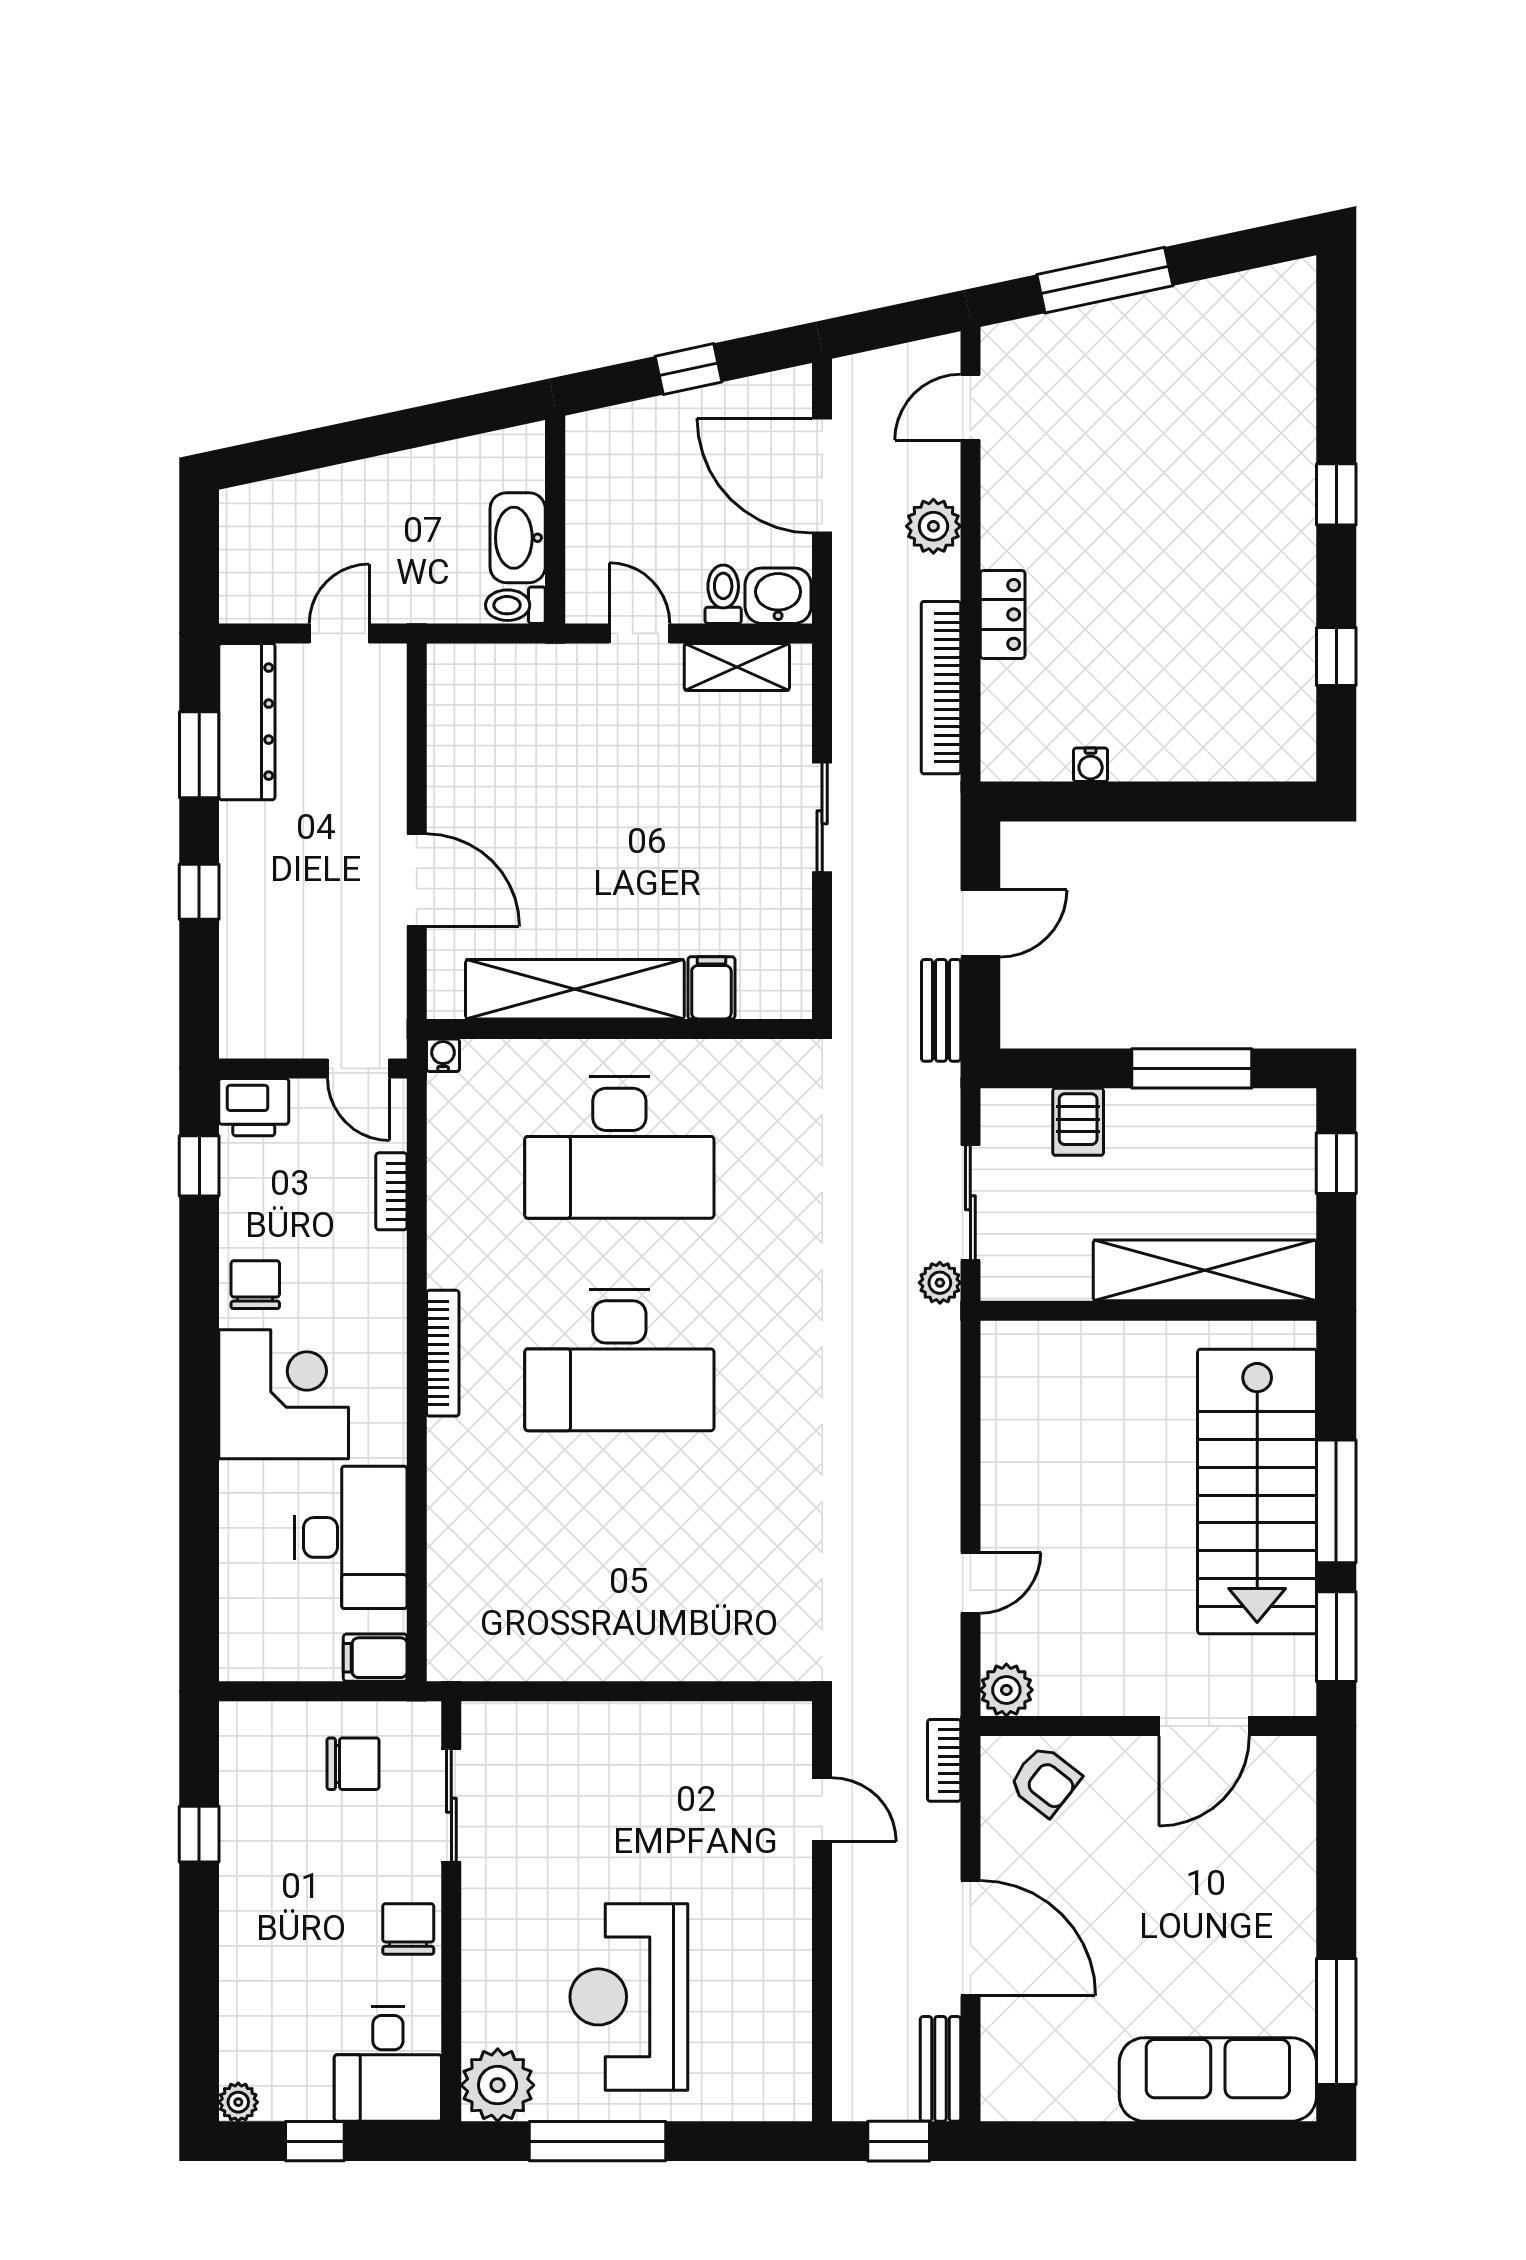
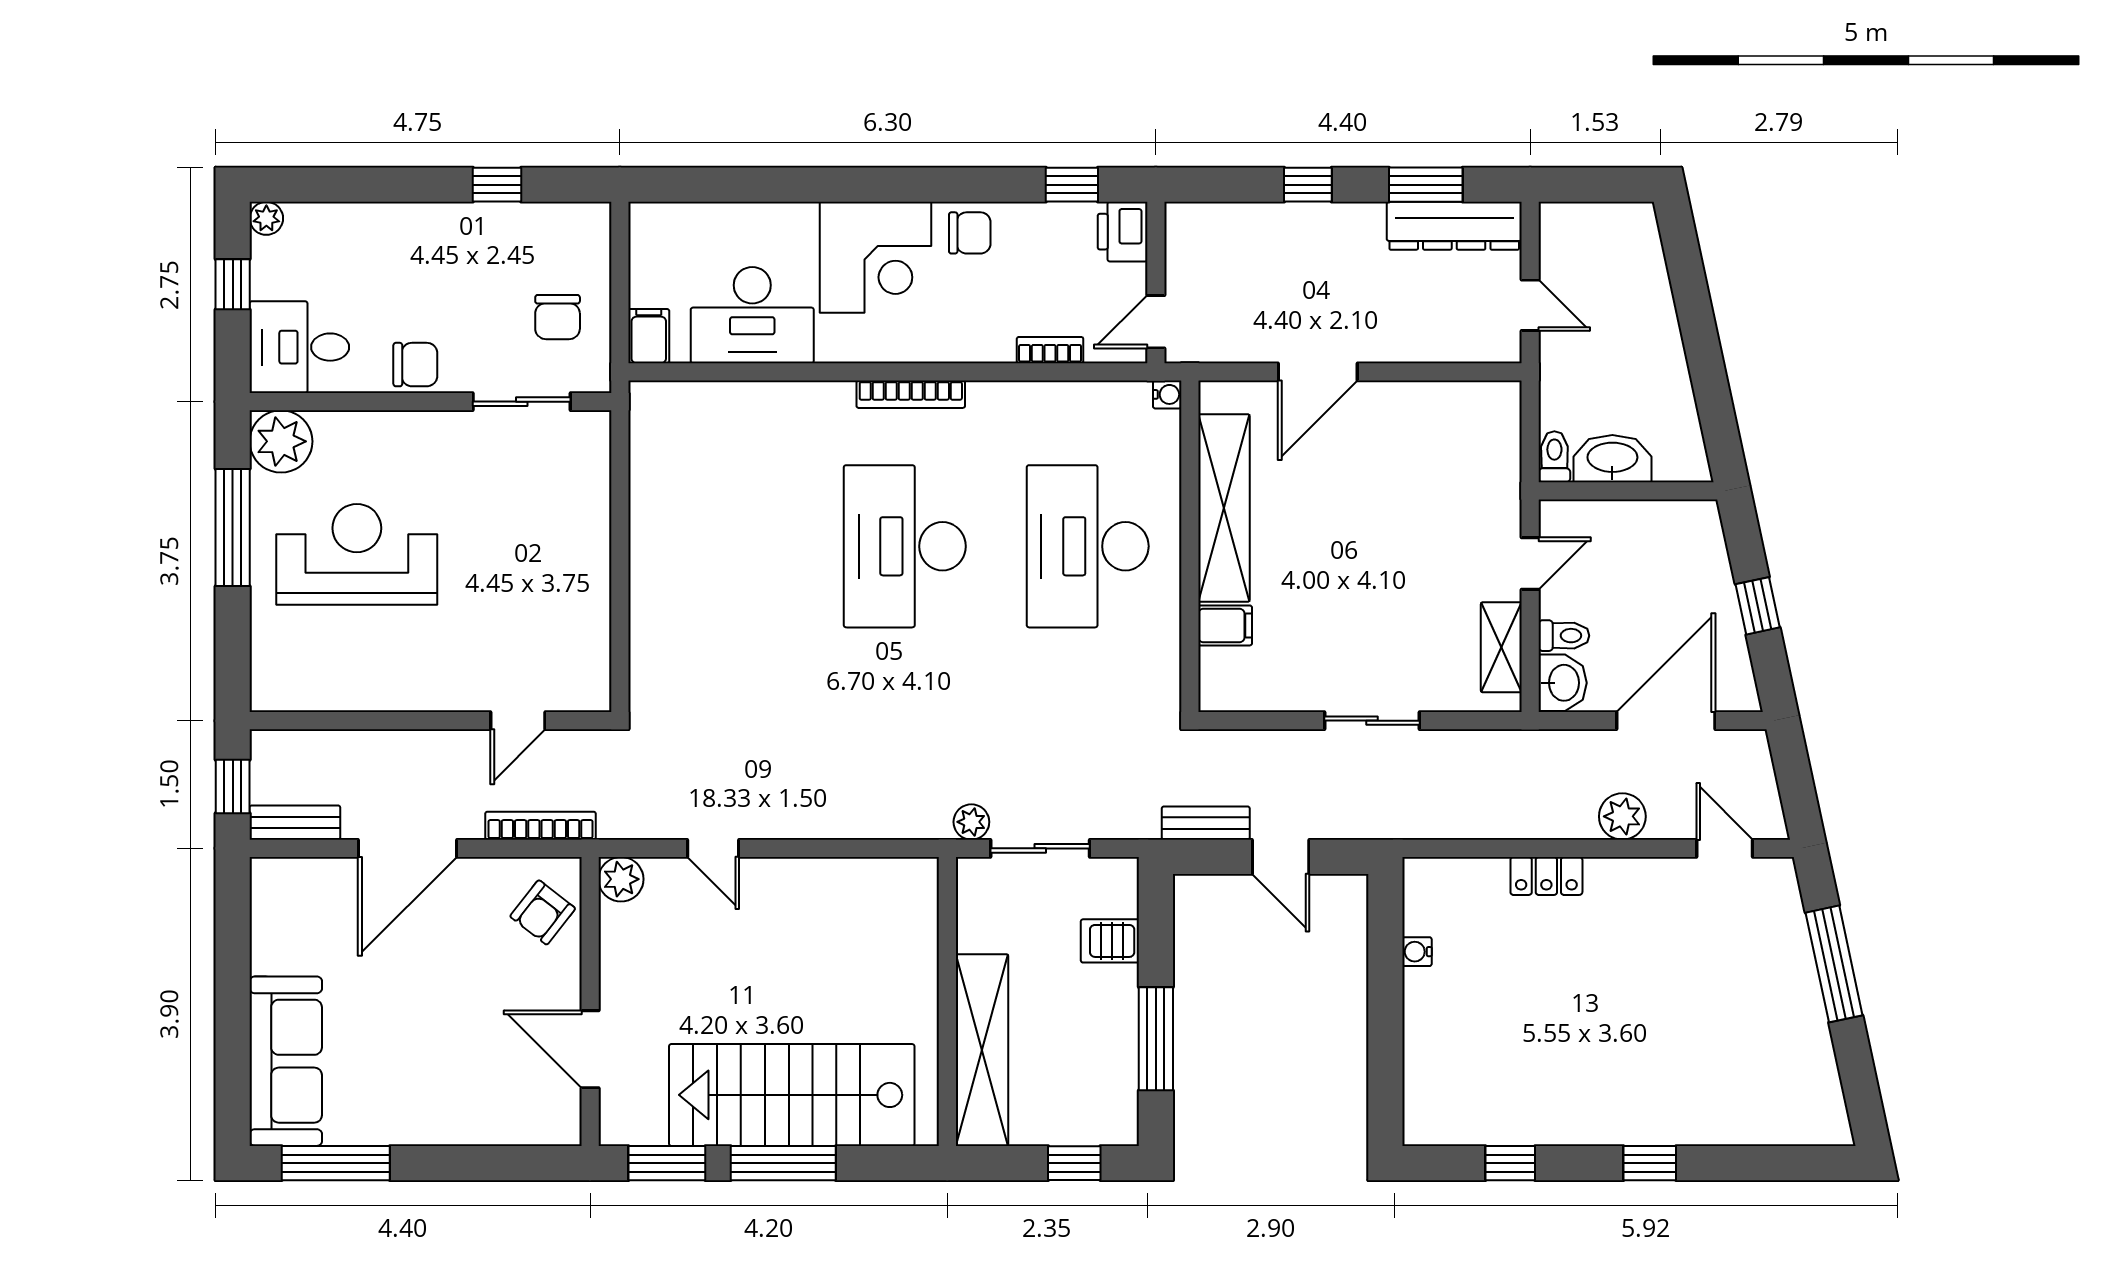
bookcase: (941, 688) -> (1483, 823), removed
bookcase: (944, 1760) -> (540, 826), width x1.56

